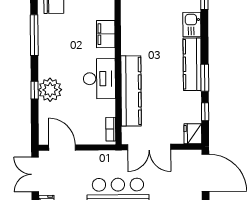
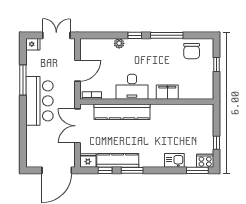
kitchen counter: (192, 64) -> (118, 160), moved
window: (35, 90) -> (135, 35), moved
plant: (50, 90) -> (119, 43), width x0.53, depth x0.53
door: (62, 148) -> (77, 71), moved

